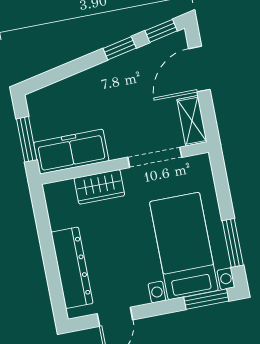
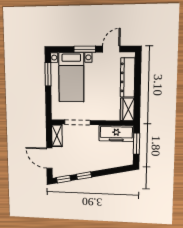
door: (199, 69) -> (49, 158), swing flipped
wardrobe: (99, 187) -> (127, 109), moved, turned -90
window: (206, 299) -> (85, 49), moved

